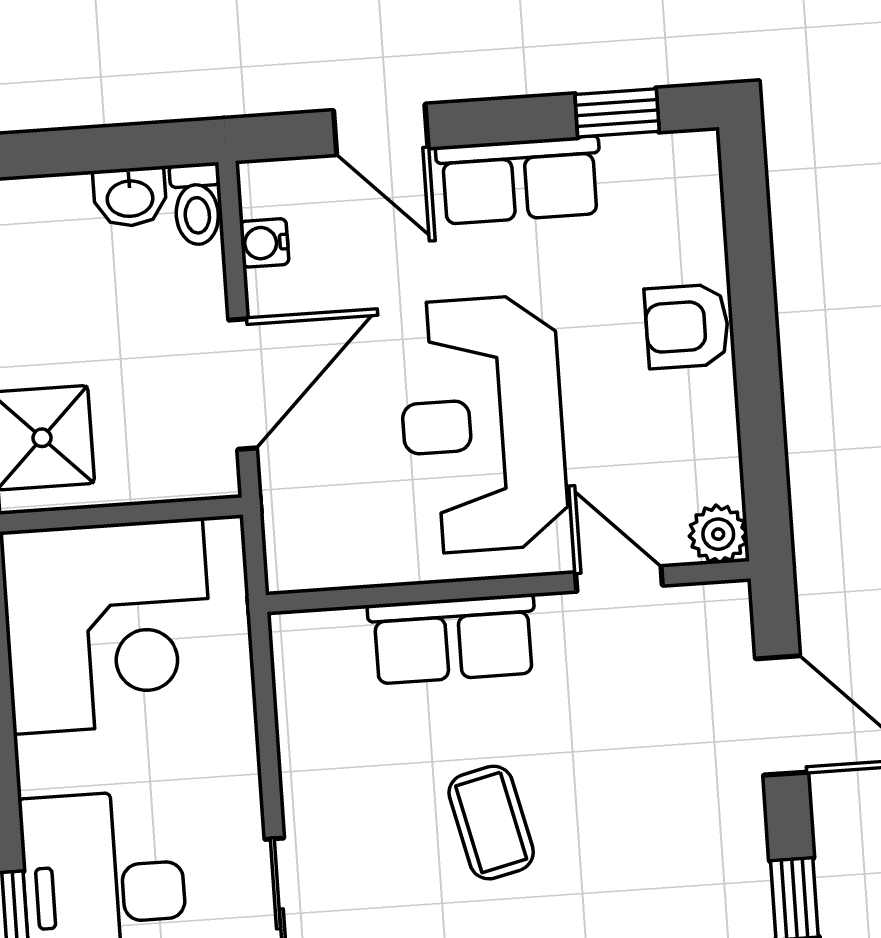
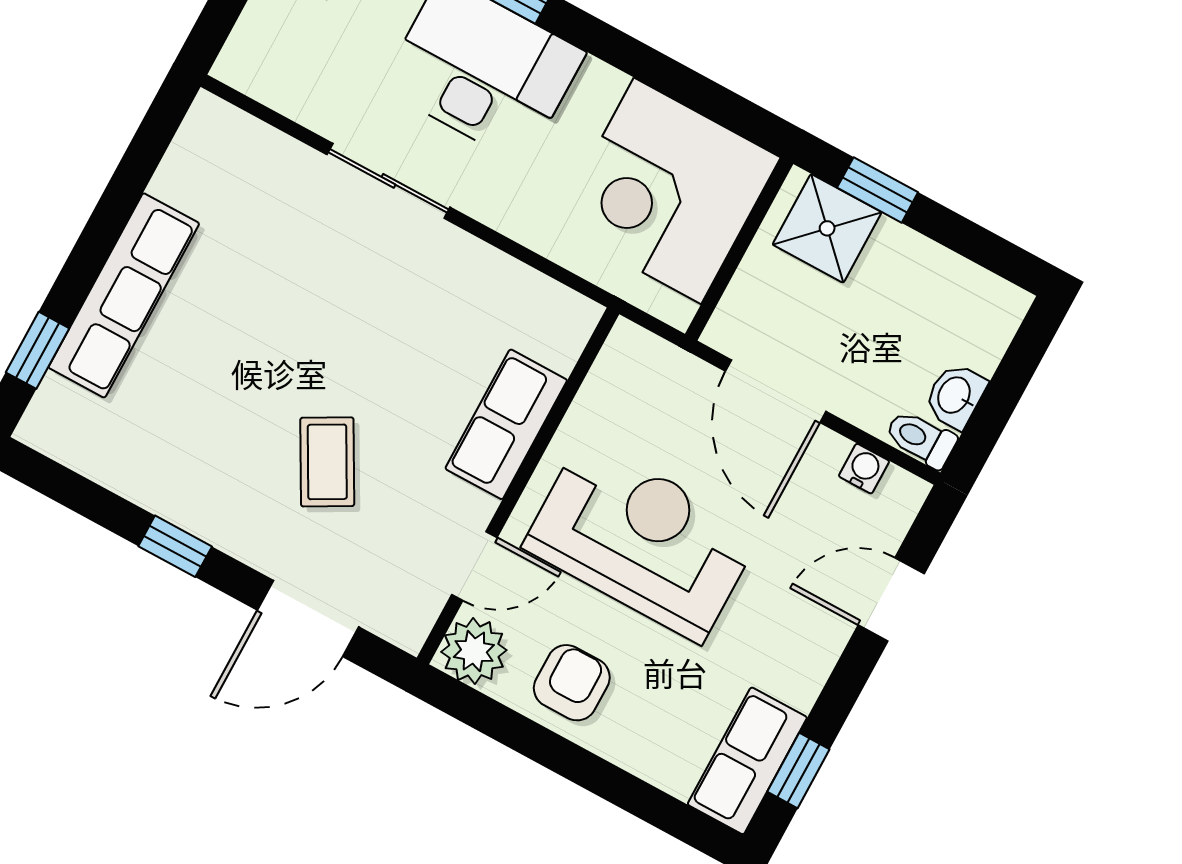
row of seats: (519, 180) -> (747, 761), moved
armchair: (687, 326) -> (572, 683), moved
plant: (718, 534) -> (474, 651), width x1.38, depth x1.38
coffee table: (491, 823) -> (327, 462), moved, turned 74

